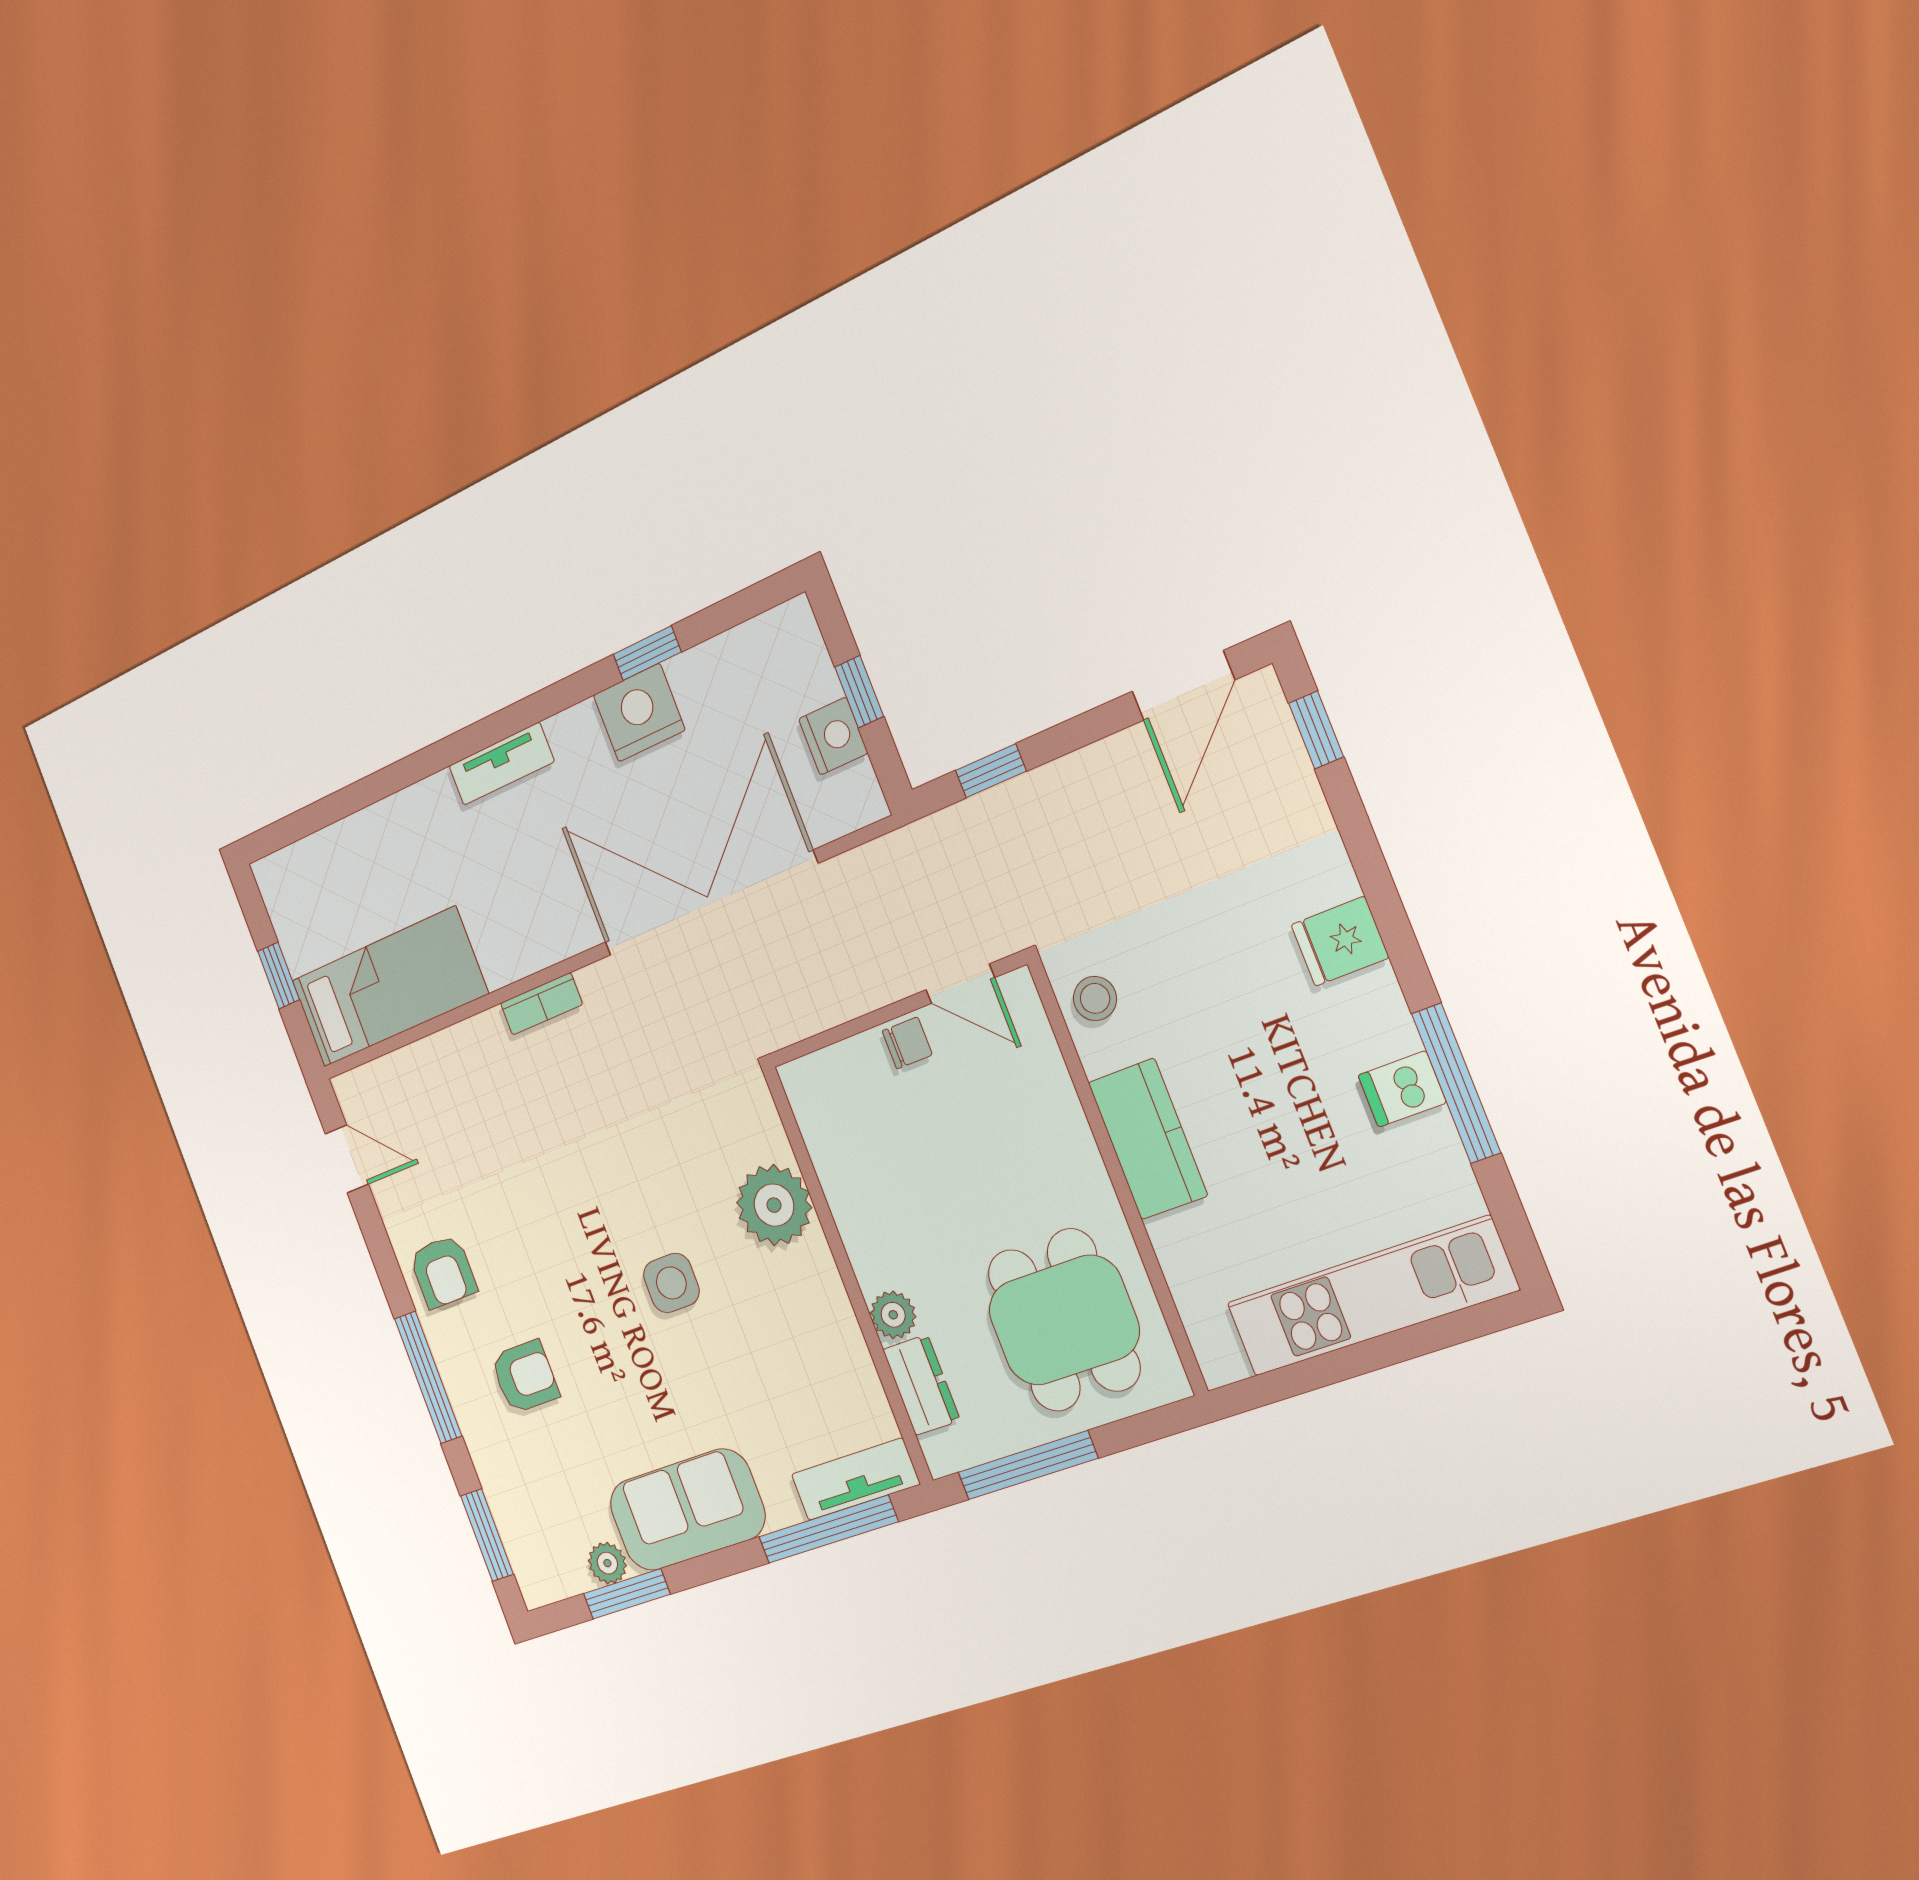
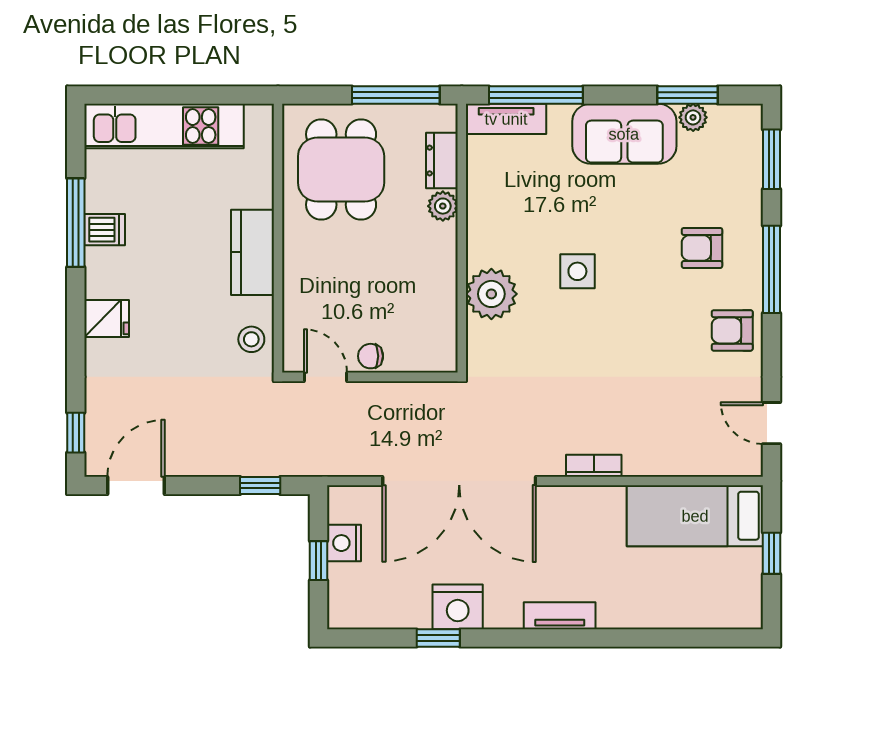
armchair: (443, 1272) -> (732, 330), turned -90

